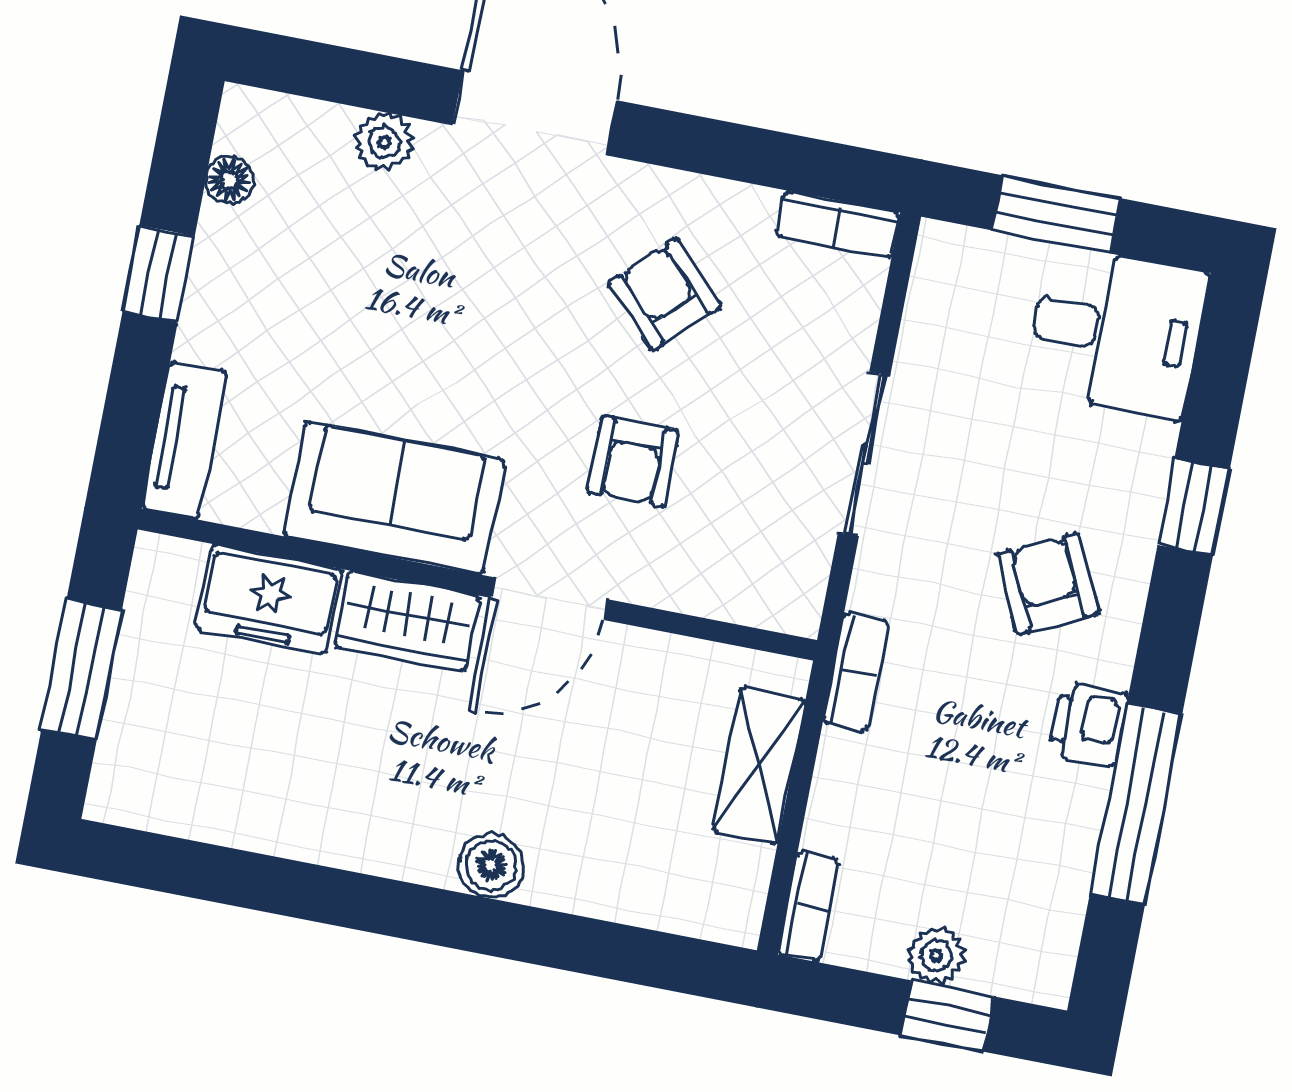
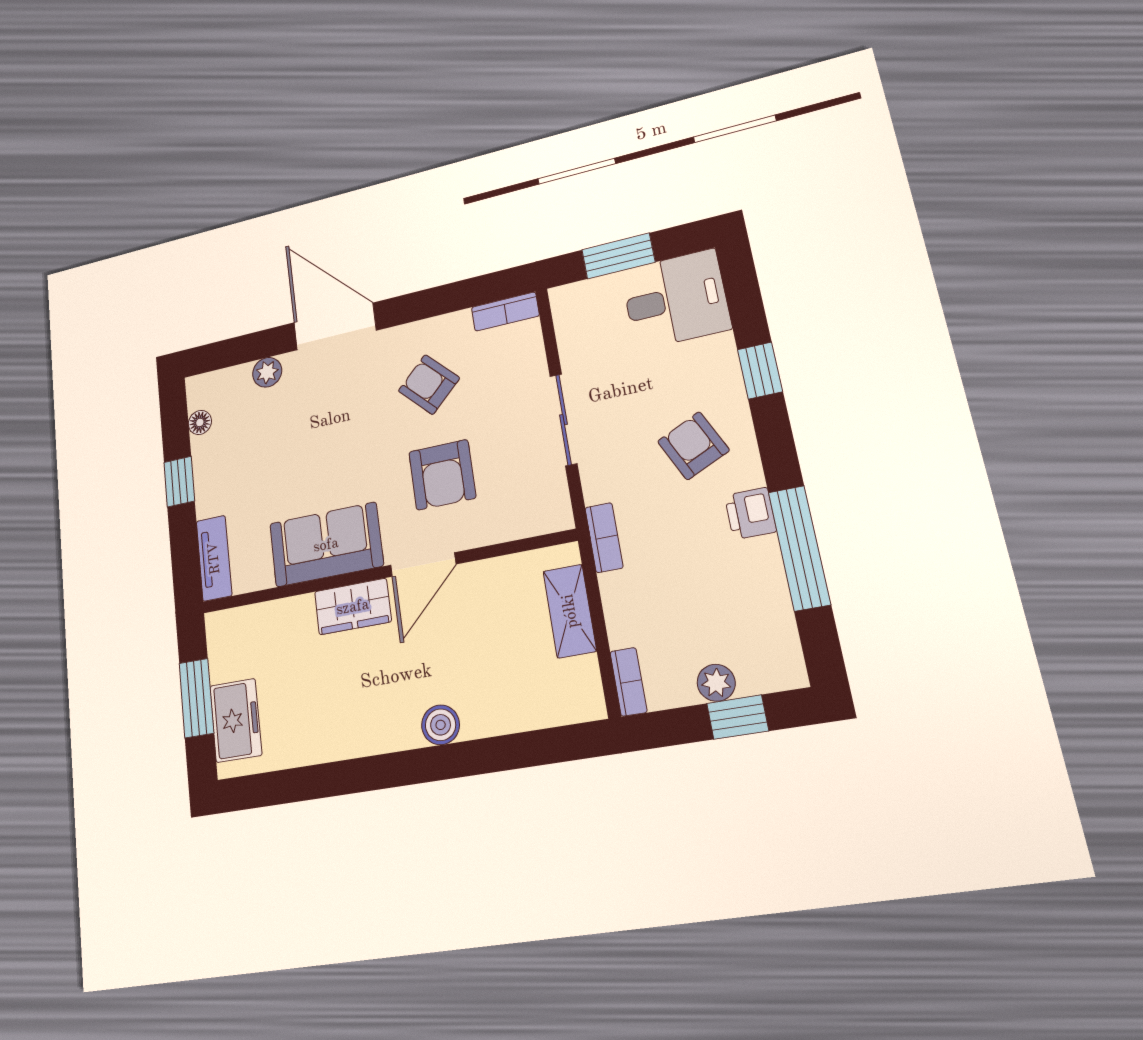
armchair: (633, 461) -> (442, 475), width x1.38, depth x1.38
freezer: (269, 599) -> (236, 720), moved, turned -90

